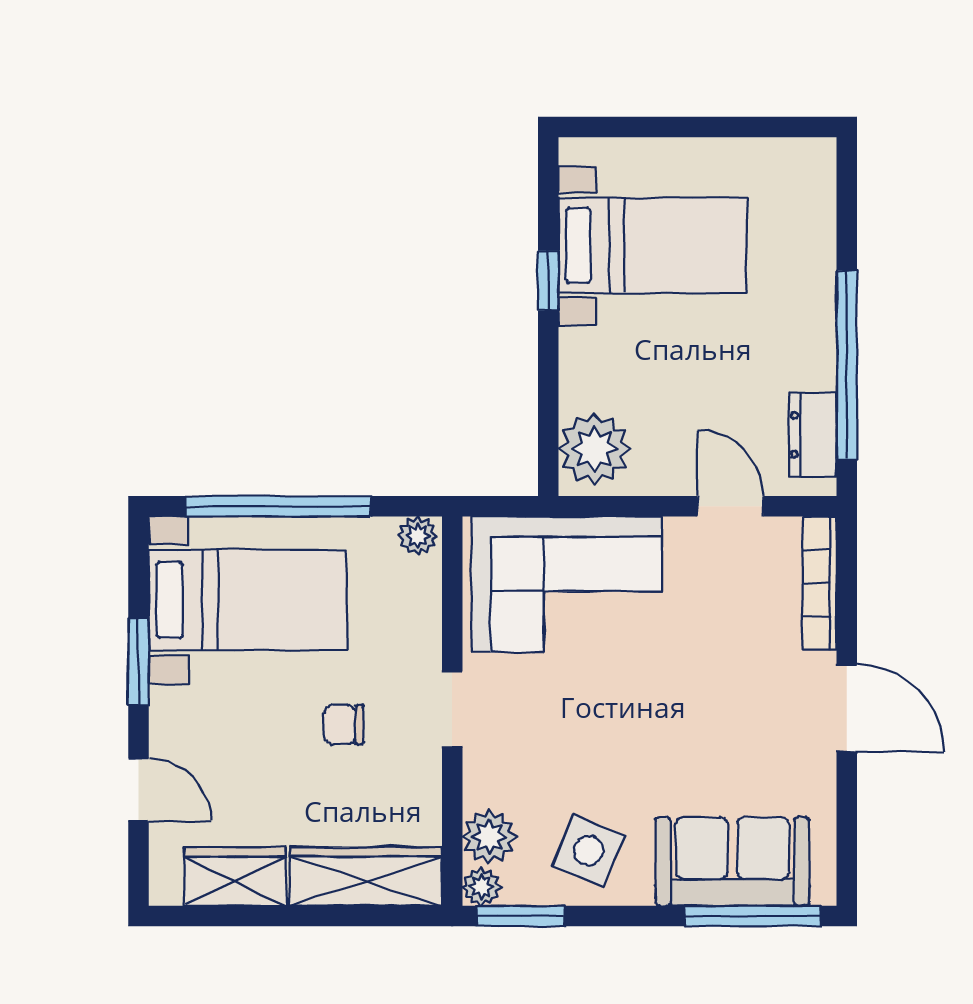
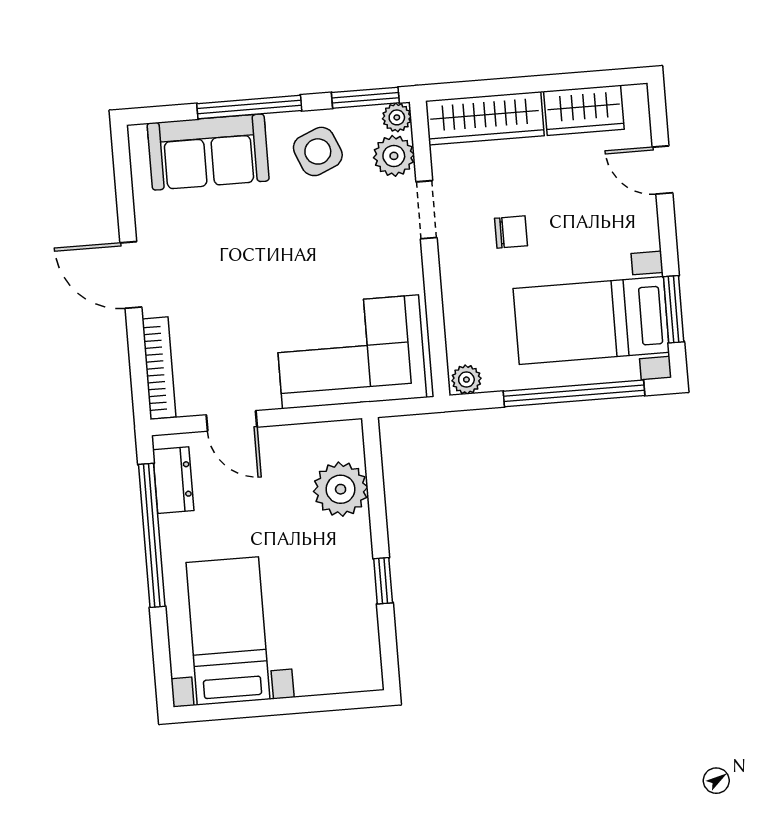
bed with nightstands: (653, 245) -> (228, 631), moved, turned 90
plant: (594, 449) -> (341, 489), moved
window: (139, 662) -> (674, 309), moved
doorway: (452, 709) -> (427, 210), moved
side table: (589, 851) -> (318, 151), turned 45
window: (753, 916) -> (249, 107), moved

